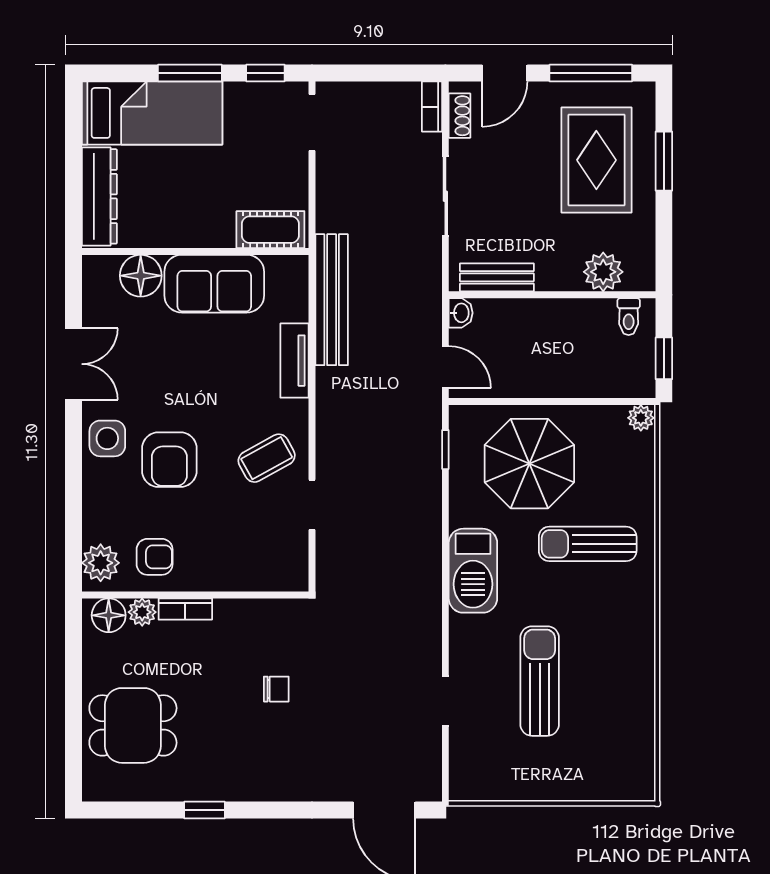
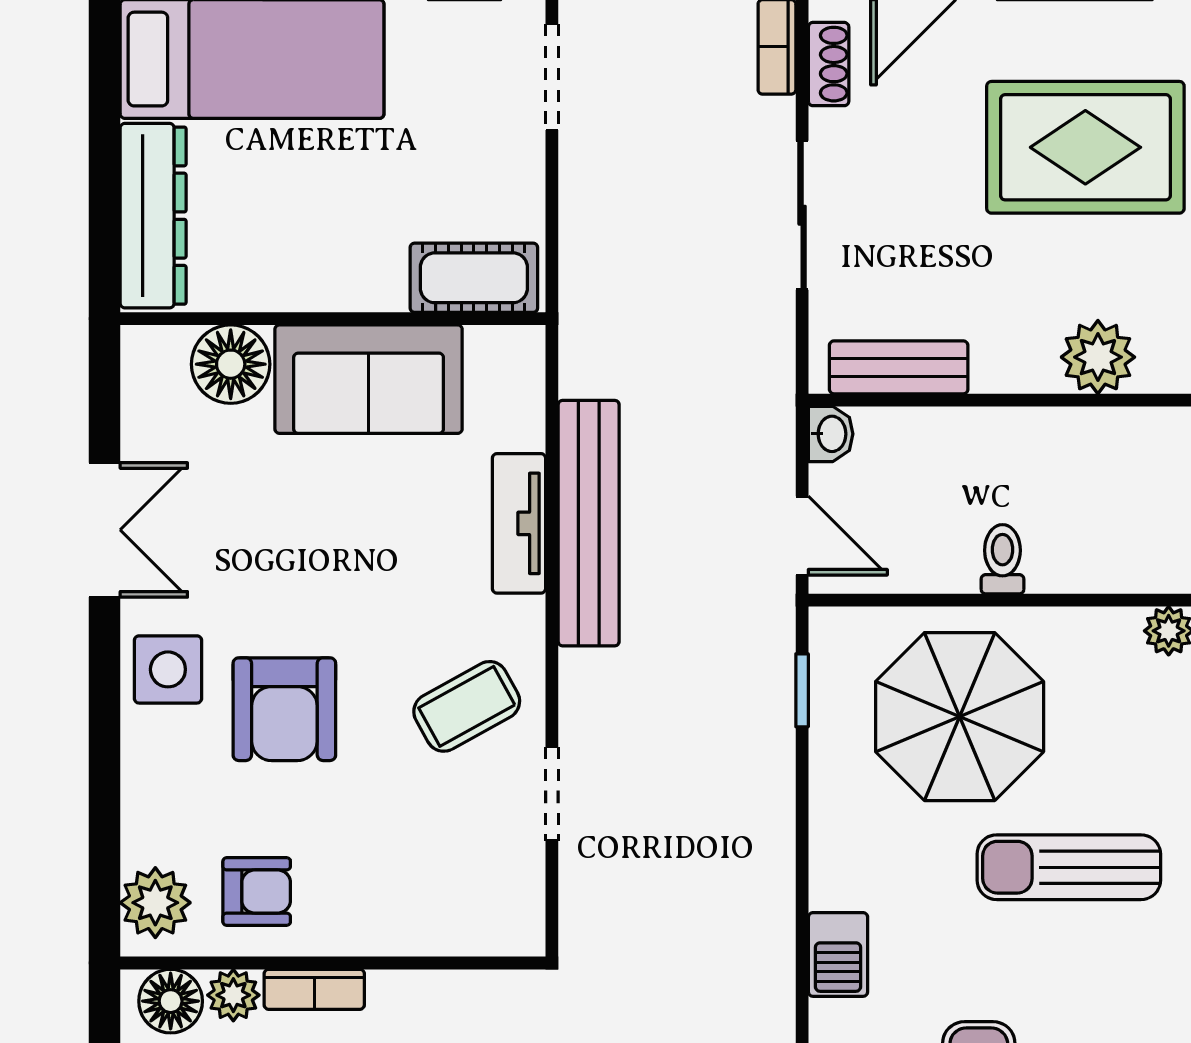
rug: (596, 160) -> (1085, 147), turned 90
bench: (332, 300) -> (589, 523), moved
toilet: (629, 317) -> (1002, 559), moved, turned 180
barbecue: (473, 571) -> (838, 954), width x0.53, depth x0.65

